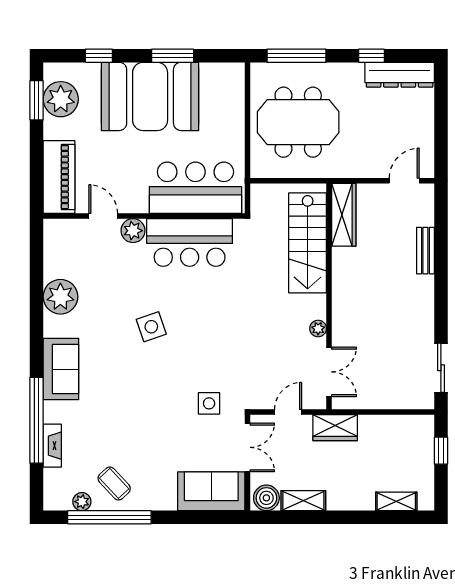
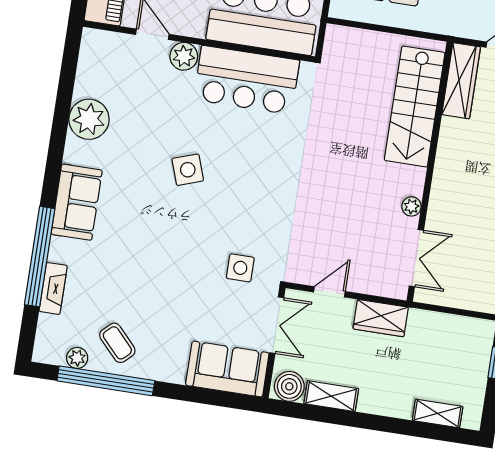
wardrobe: (344, 215) -> (461, 81), moved
stairs: (308, 243) -> (415, 106), moved
wall: (329, 296) -> (430, 172), moved
plant: (318, 328) -> (411, 206), moved
double door: (329, 372) -> (416, 258), moved

